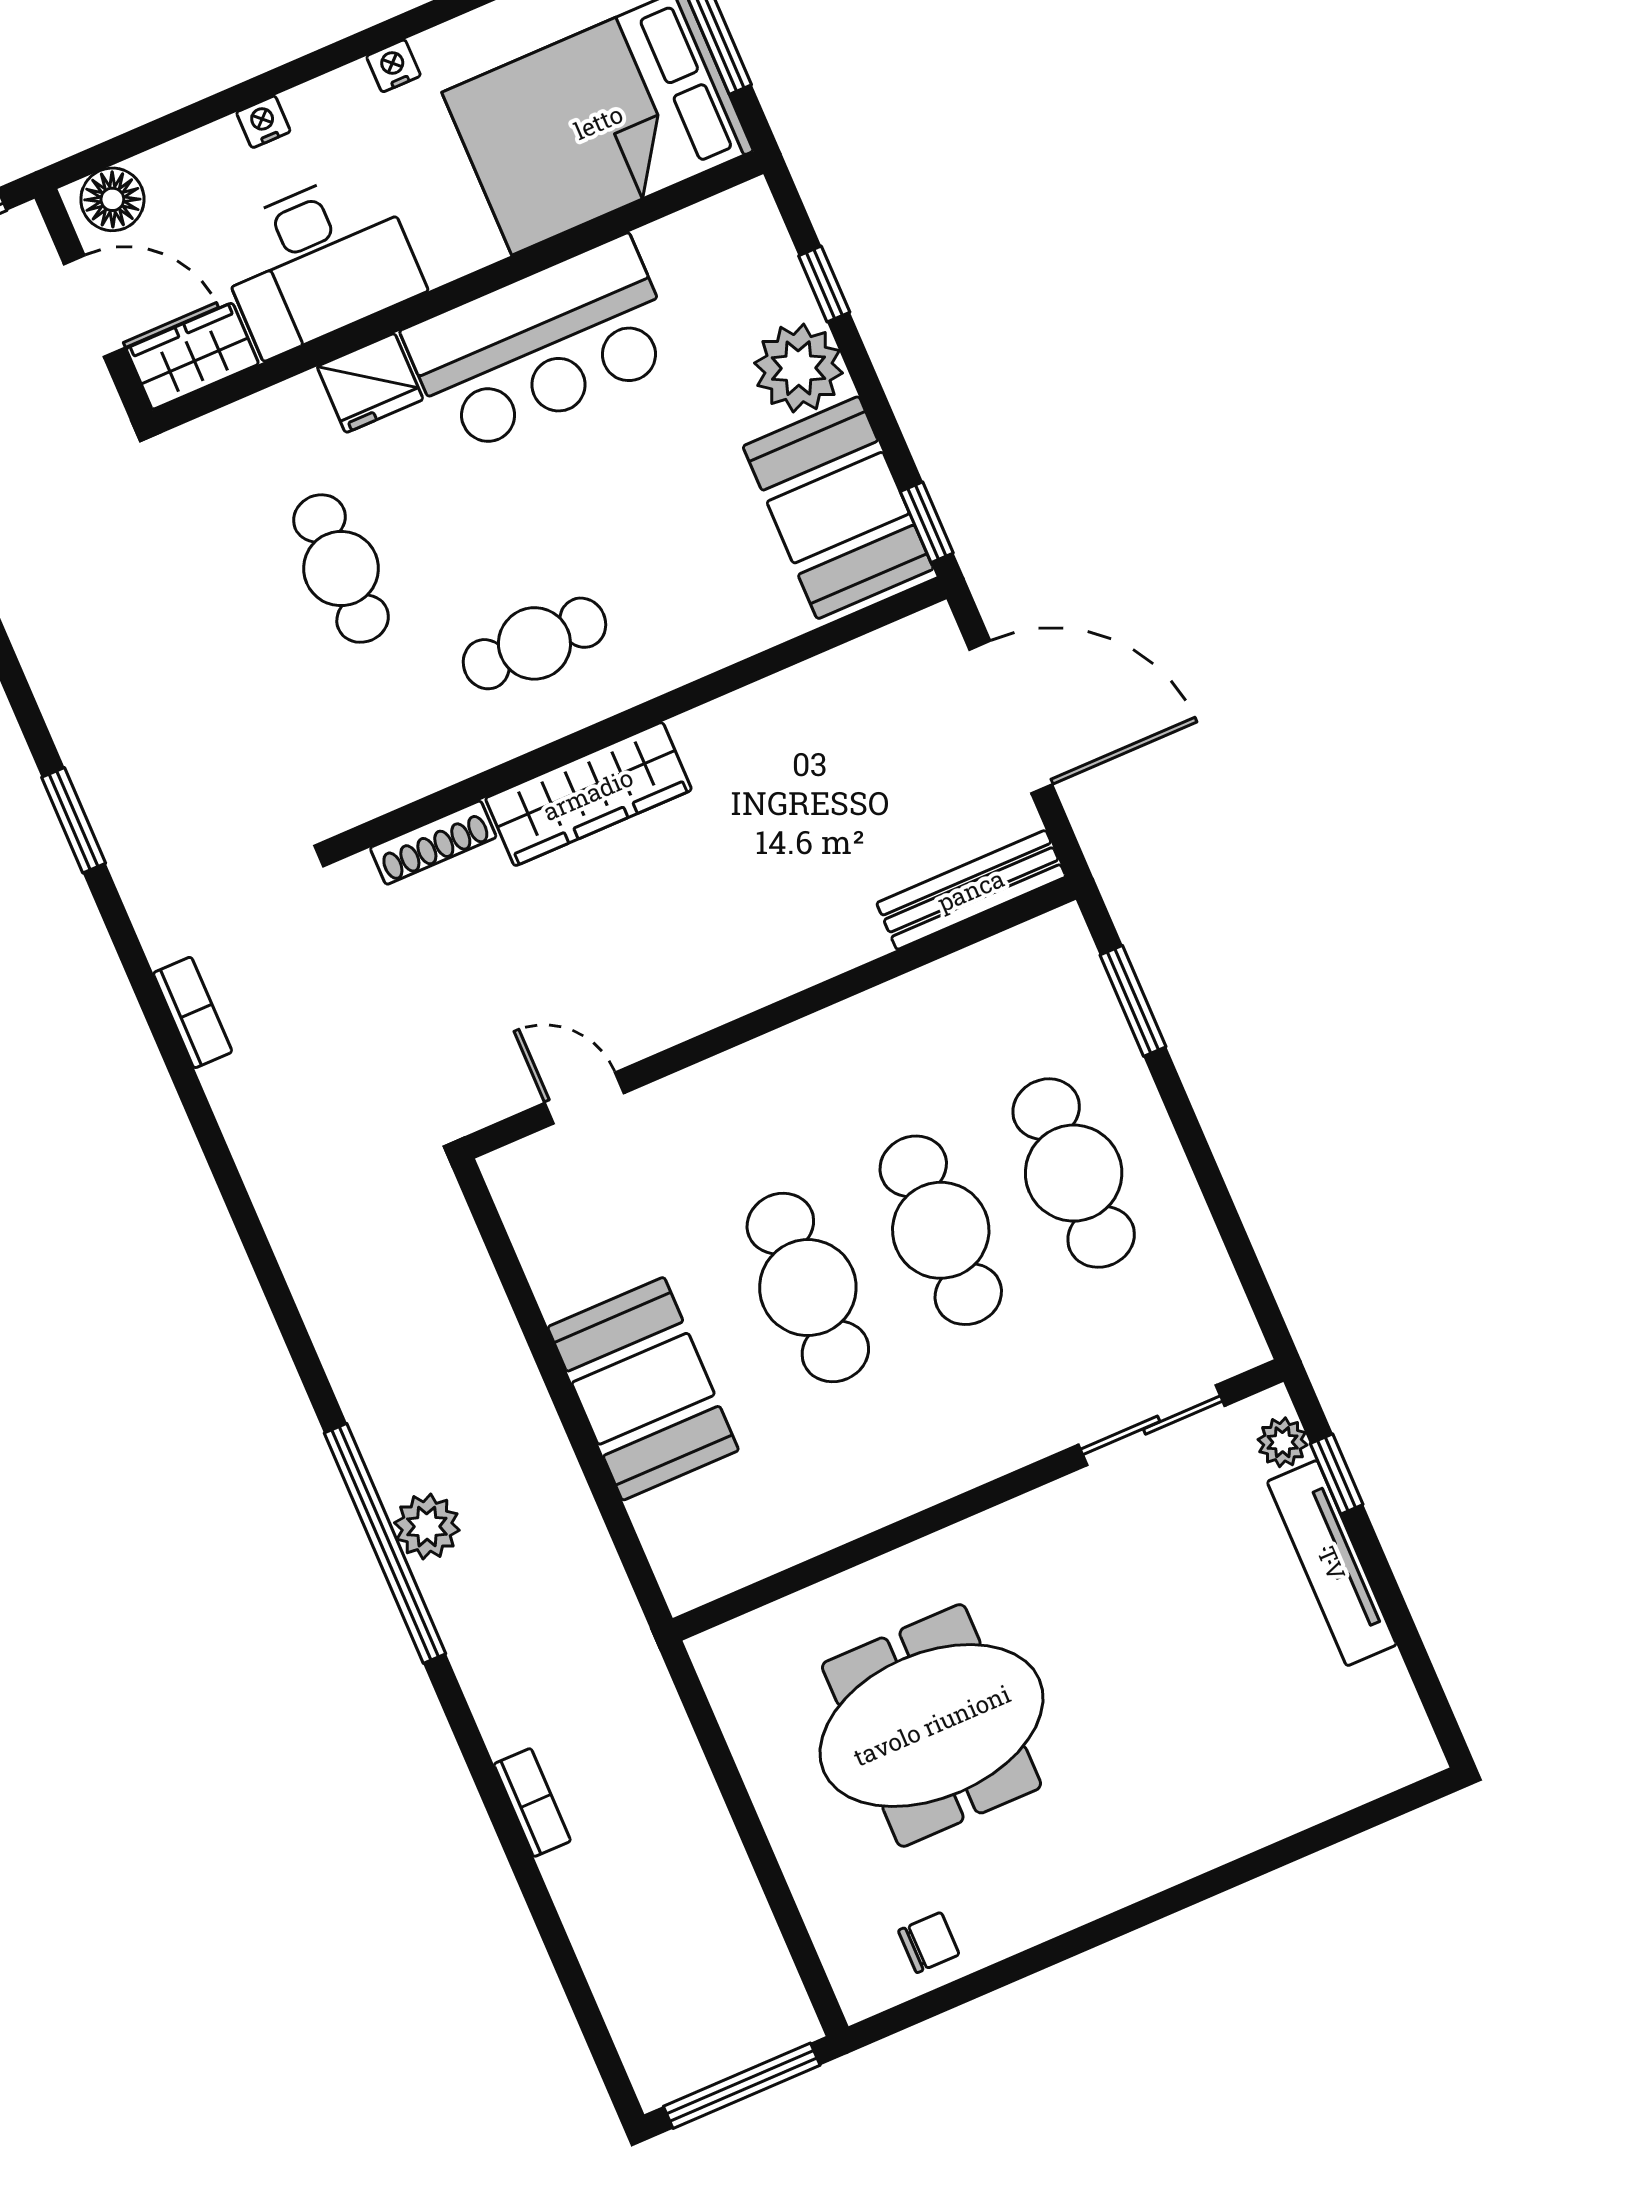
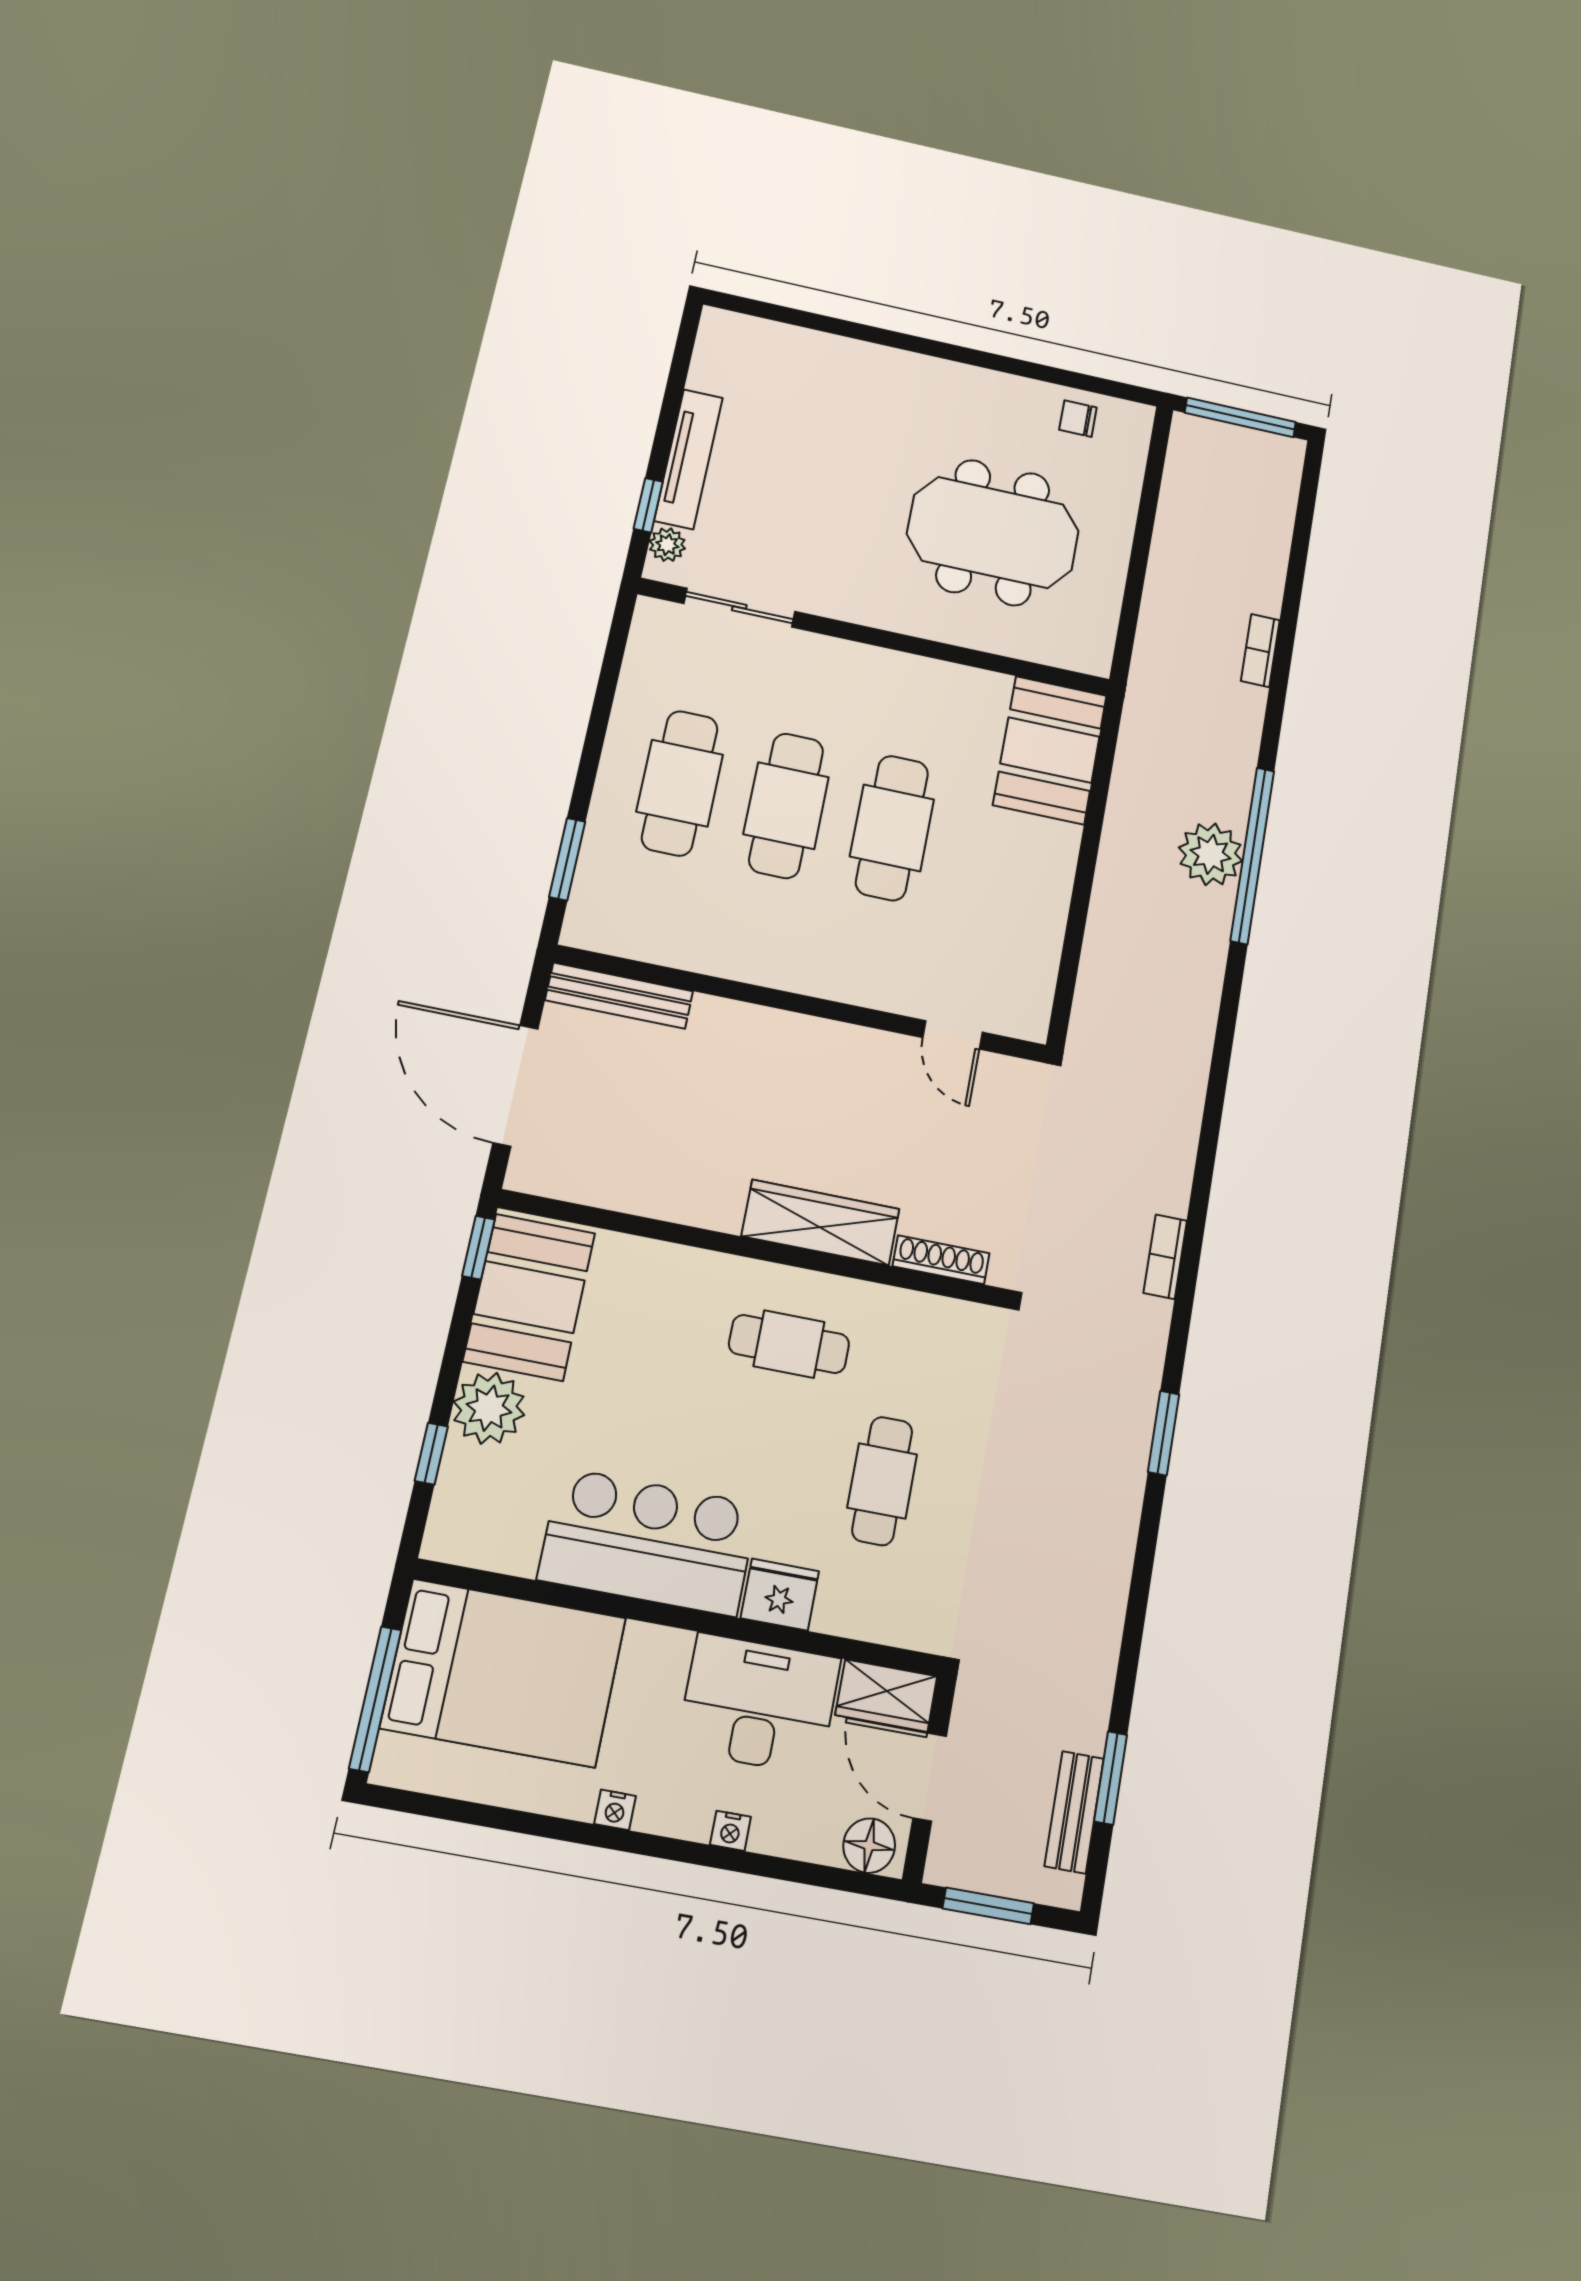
booth: (643, 1389) -> (1050, 750), moved
plant: (427, 1527) -> (1211, 854), width x1.36, depth x1.36

